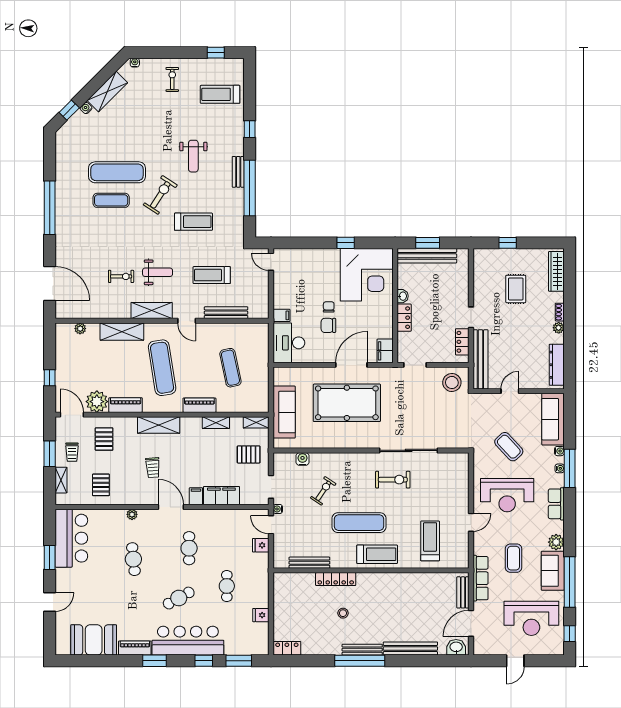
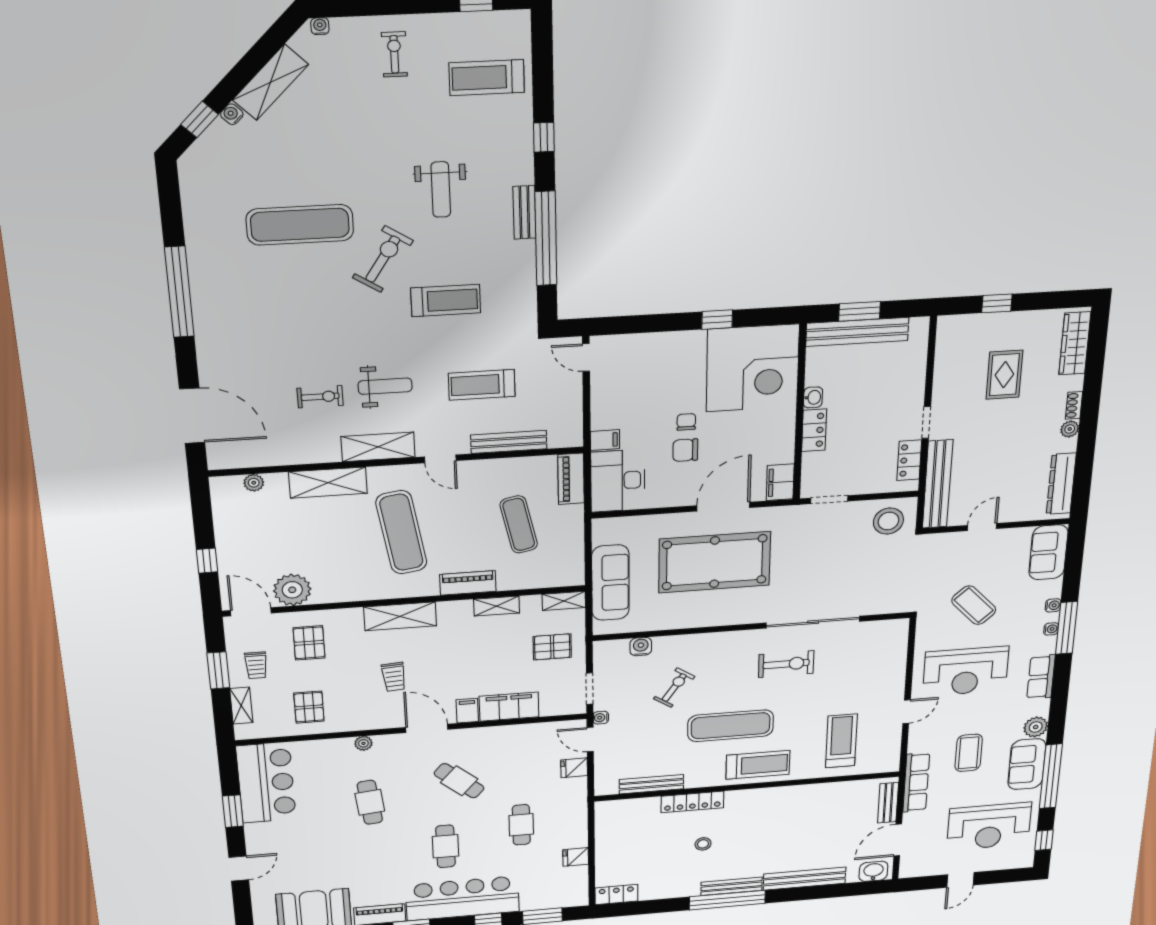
exercise mat: (111, 200) -> (293, 273), removed
piano: (126, 405) -> (571, 479), moved, turned -90
sofa: (553, 419) -> (1048, 552), width x0.73
cafe table: (189, 548) -> (459, 781), turned -49
cafe table: (179, 598) -> (446, 846), turned -61

